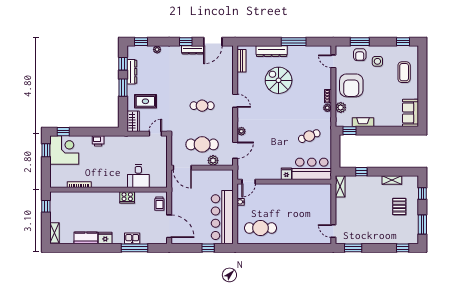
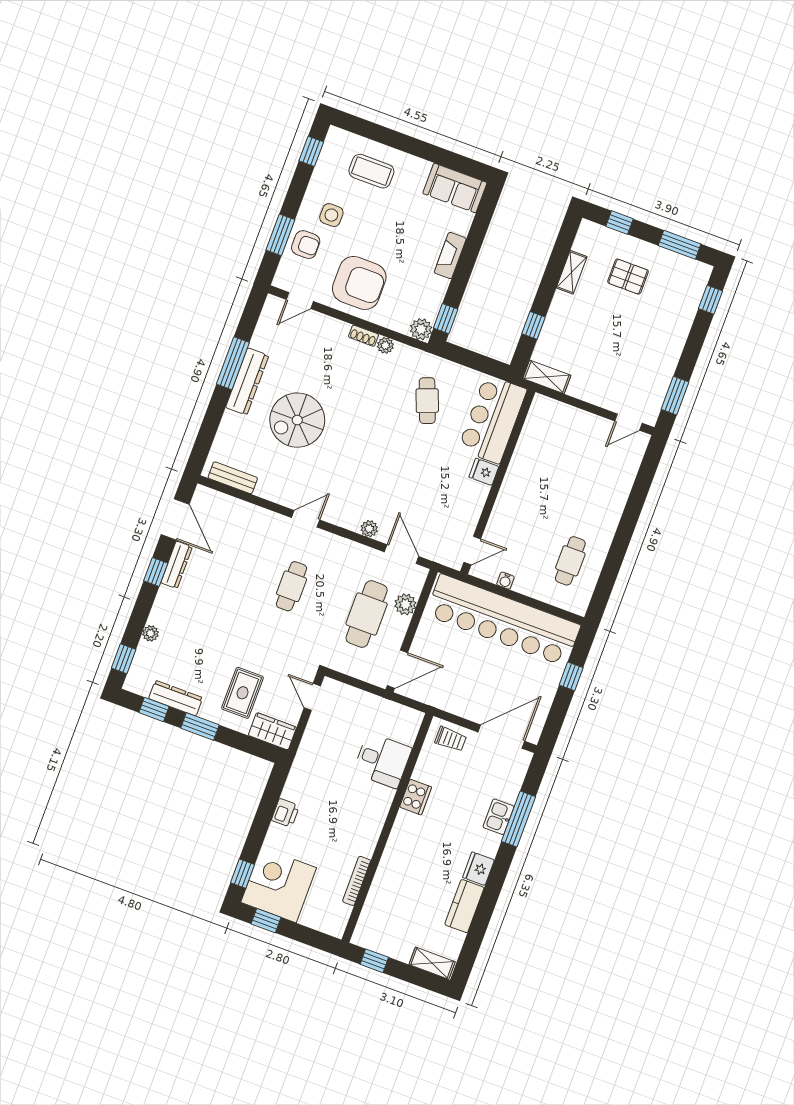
dresser: (272, 51) -> (247, 381), moved
plant: (341, 107) -> (421, 329), moved
fireplace: (363, 122) -> (450, 255), moved
door: (249, 182) -> (472, 551), hinge flipped
bar counter: (222, 217) -> (503, 620), width x1.36
cafe table: (260, 228) -> (570, 561), width x0.73, depth x0.74

